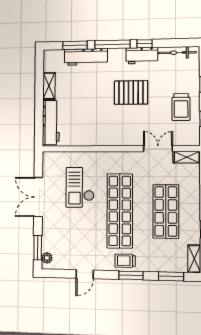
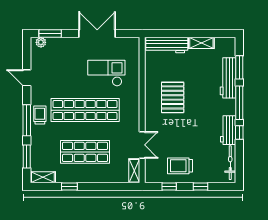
pallet: (131, 93) -> (173, 97), moved
window: (131, 275) -> (27, 120), width x1.44

